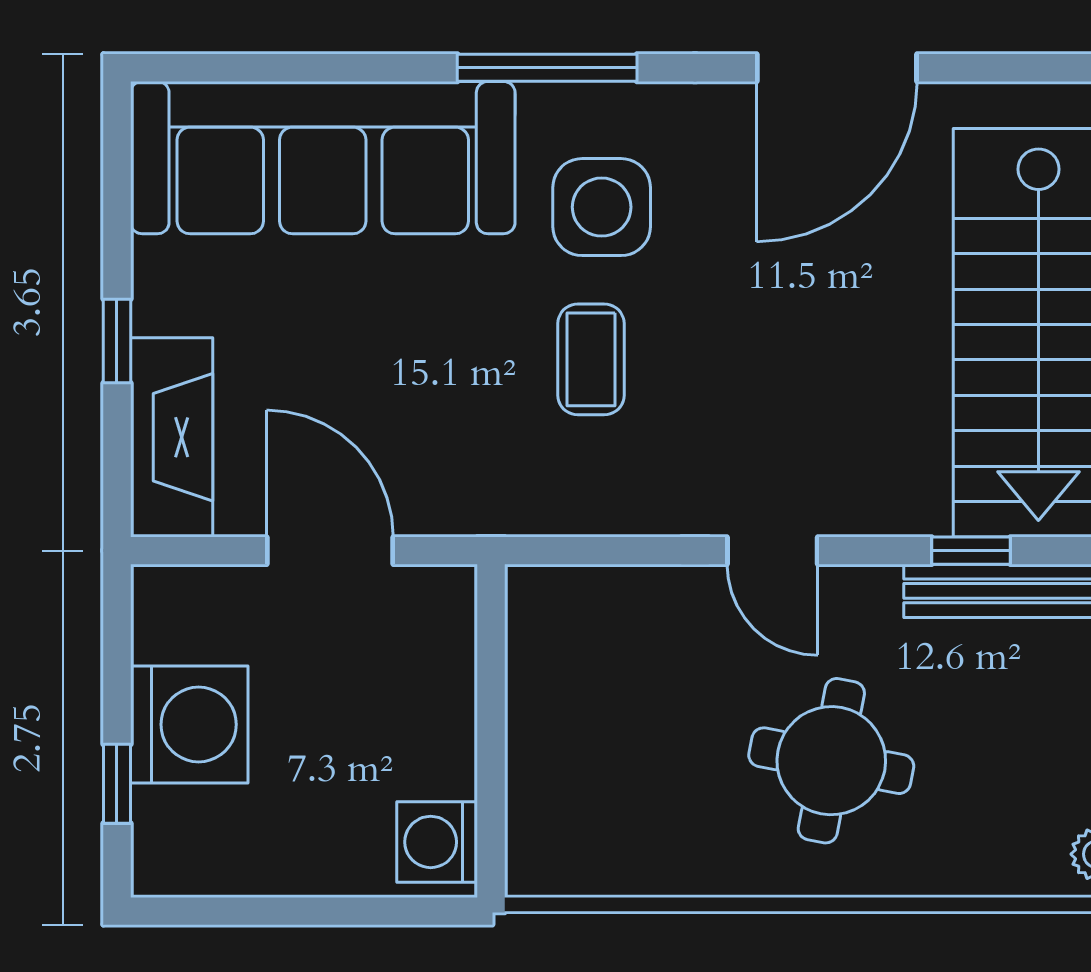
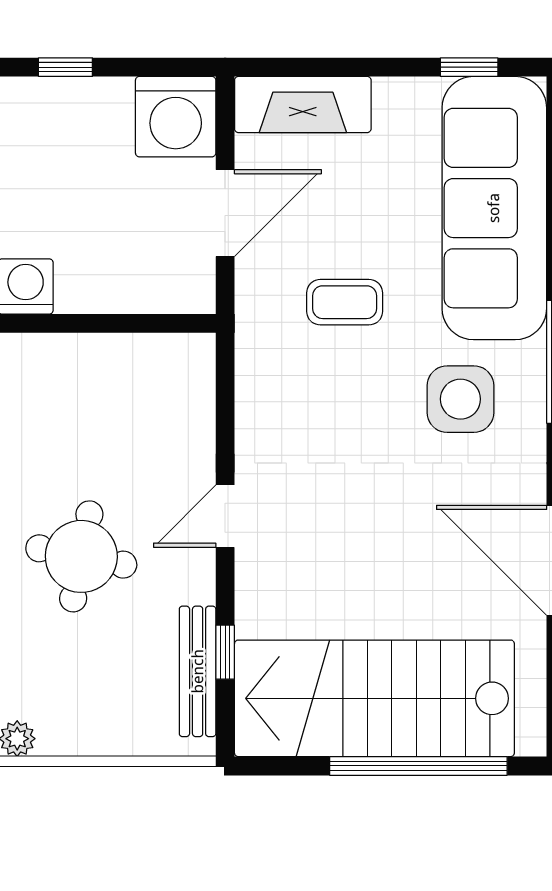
window: (117, 341) -> (469, 67), moved
coffee table: (591, 359) -> (345, 302), moved
washing machine: (189, 724) -> (176, 117), moved

